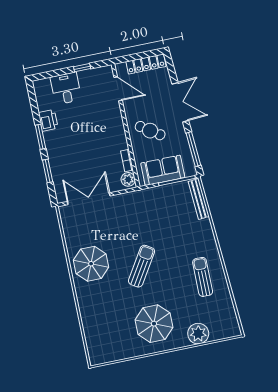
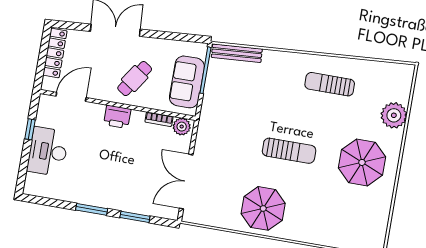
desk: (66, 88) -> (48, 152), width x1.37
printer: (48, 120) -> (117, 117), moved, turned 180
window: (193, 149) -> (176, 37), removed
sun lounger: (141, 266) -> (289, 151), turned 148

